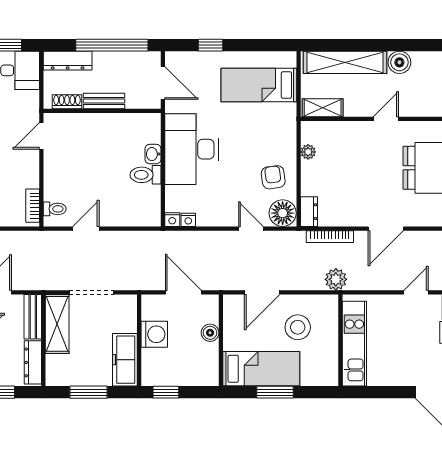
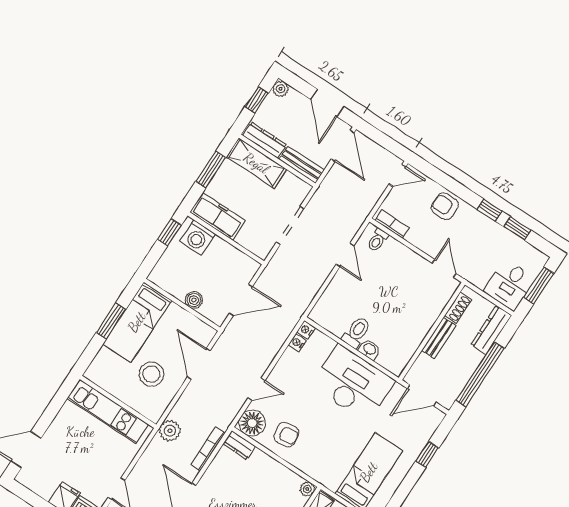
plant: (308, 152) -> (307, 489), moved
shelving: (57, 324) -> (256, 163), moved
washing machine: (154, 334) -> (198, 238), moved

